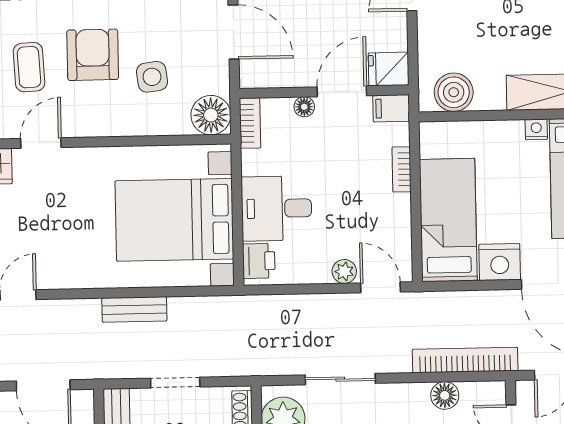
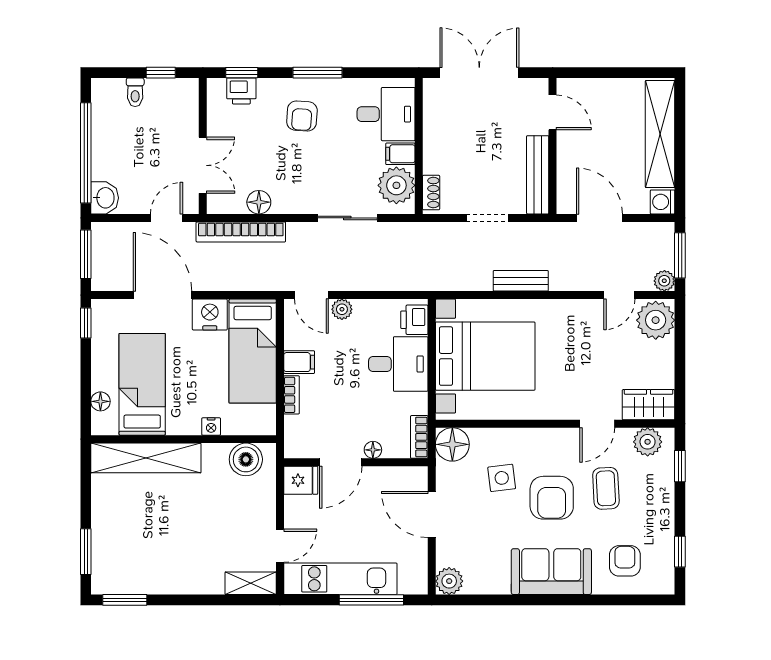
filing cabinet: (391, 108) -> (299, 362), moved
nightstand: (536, 129) -> (211, 426), moved

